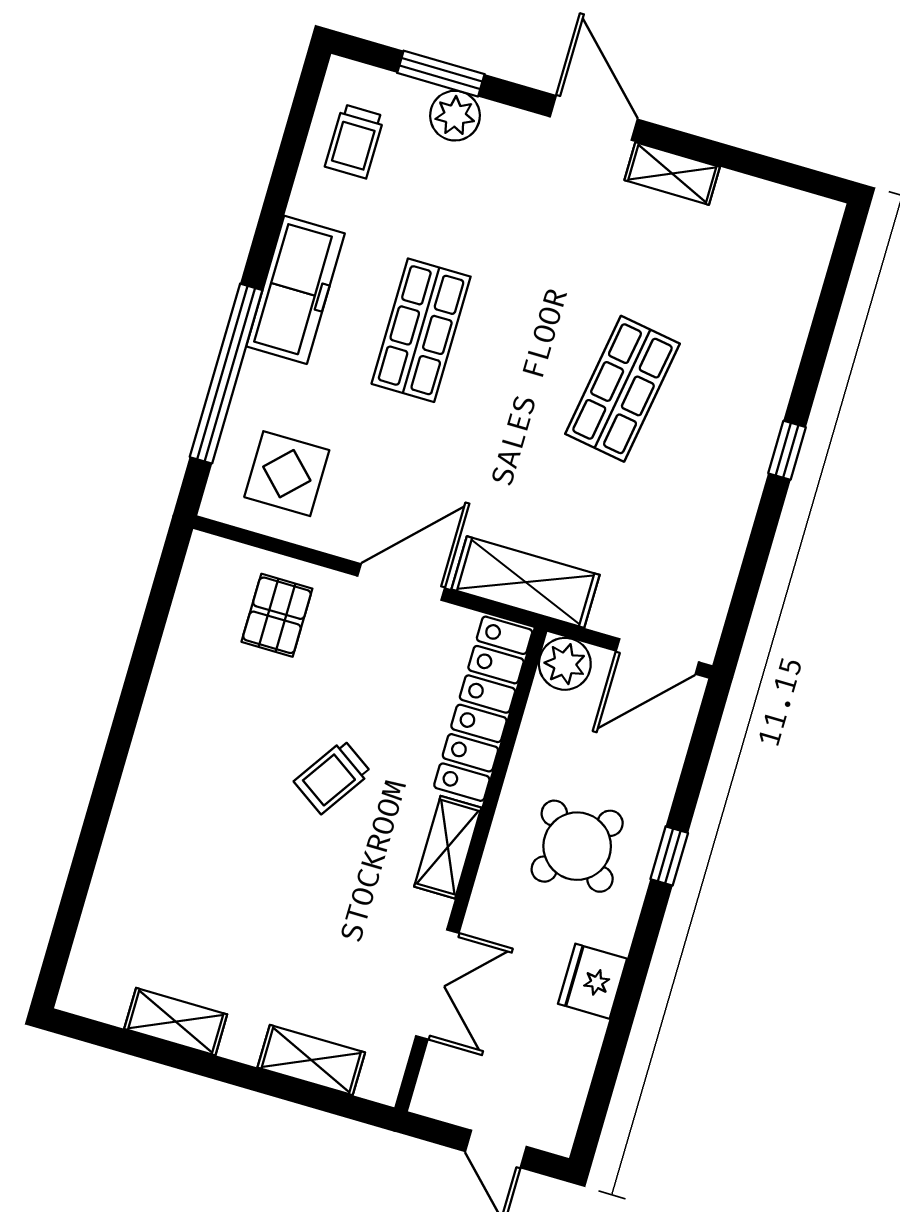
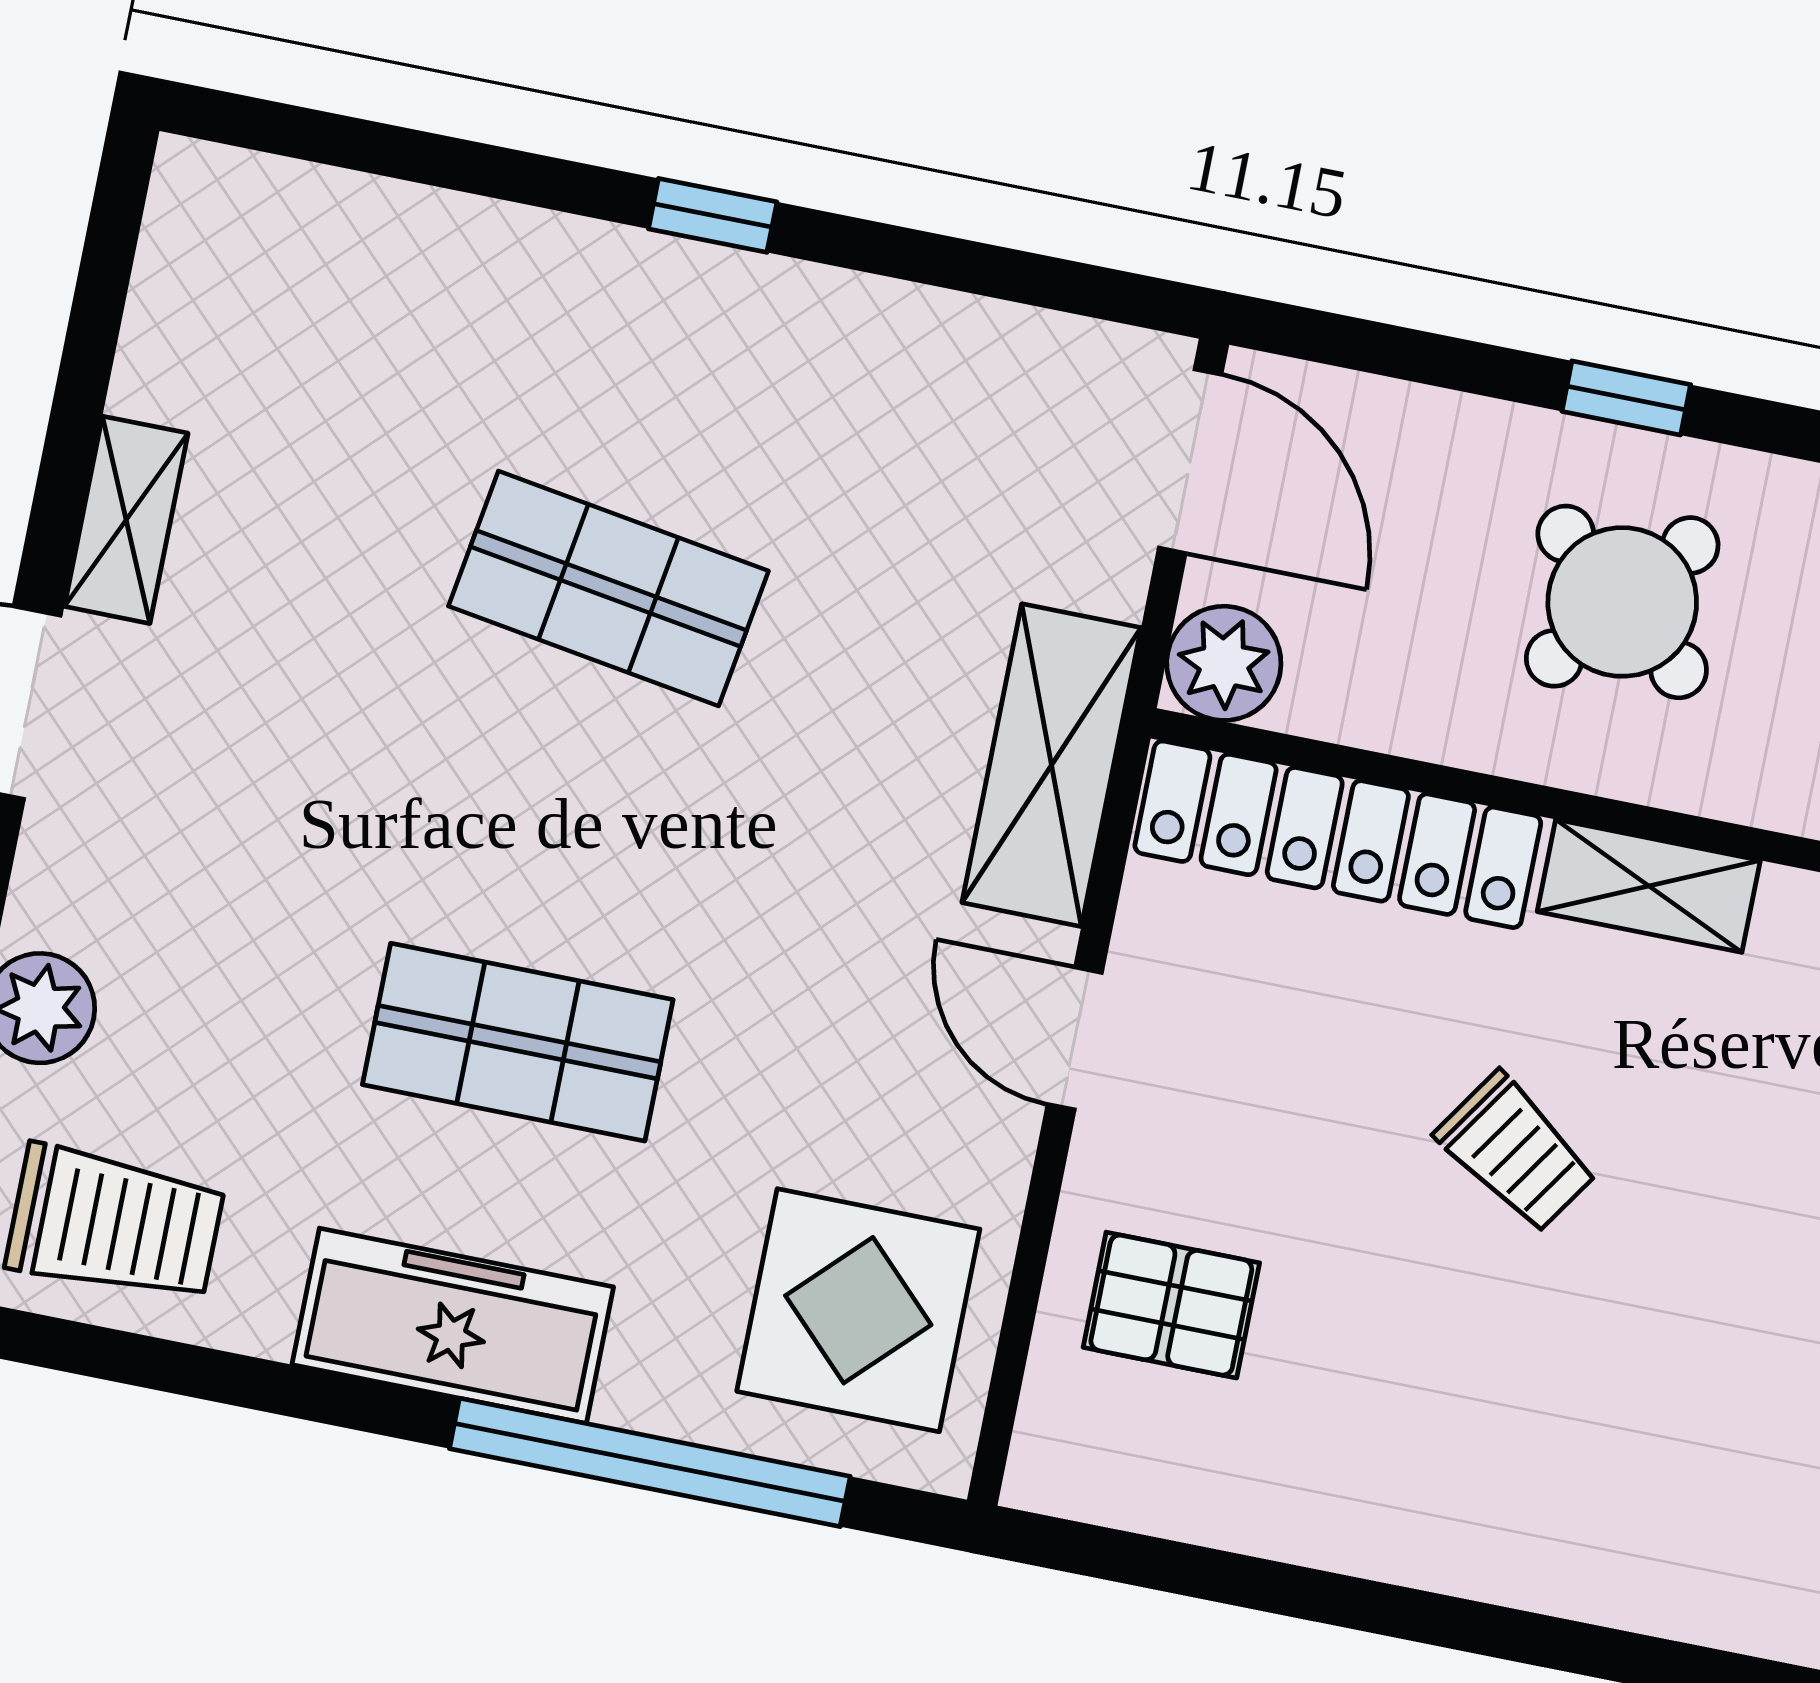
trolley: (355, 141) -> (115, 1224), width x1.36, depth x1.39
display table: (287, 474) -> (858, 1310), width x1.36, depth x1.36
door: (401, 582) -> (1075, 1038), width x0.73

